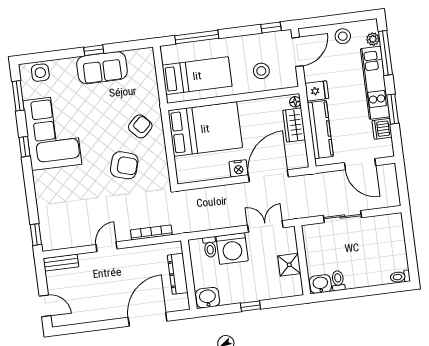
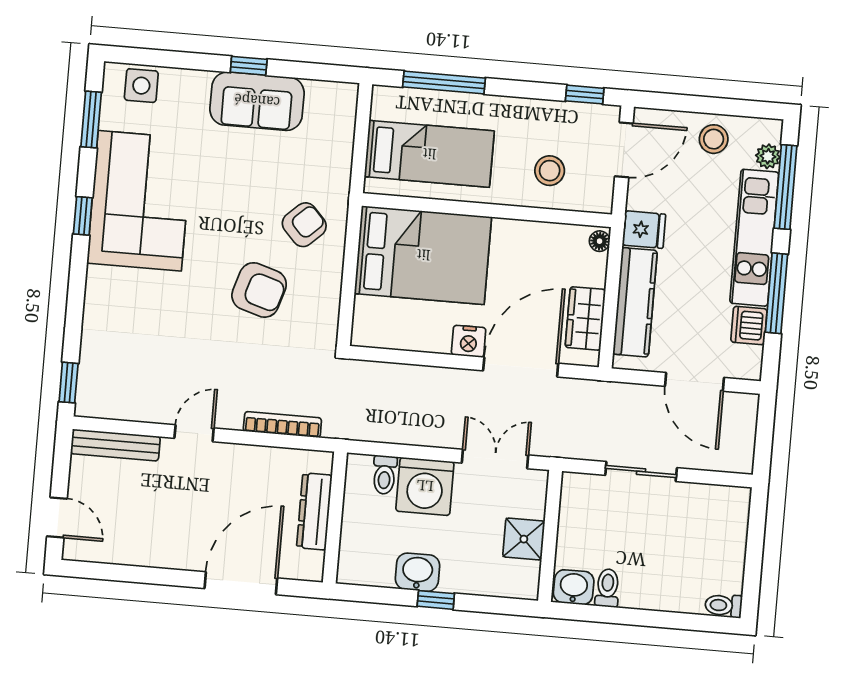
window: (393, 109) -> (776, 293), width x1.44
wardrobe: (294, 125) -> (585, 318), moved
bench: (61, 263) -> (115, 445), width x1.36
washbasin: (208, 298) -> (417, 572), moved

